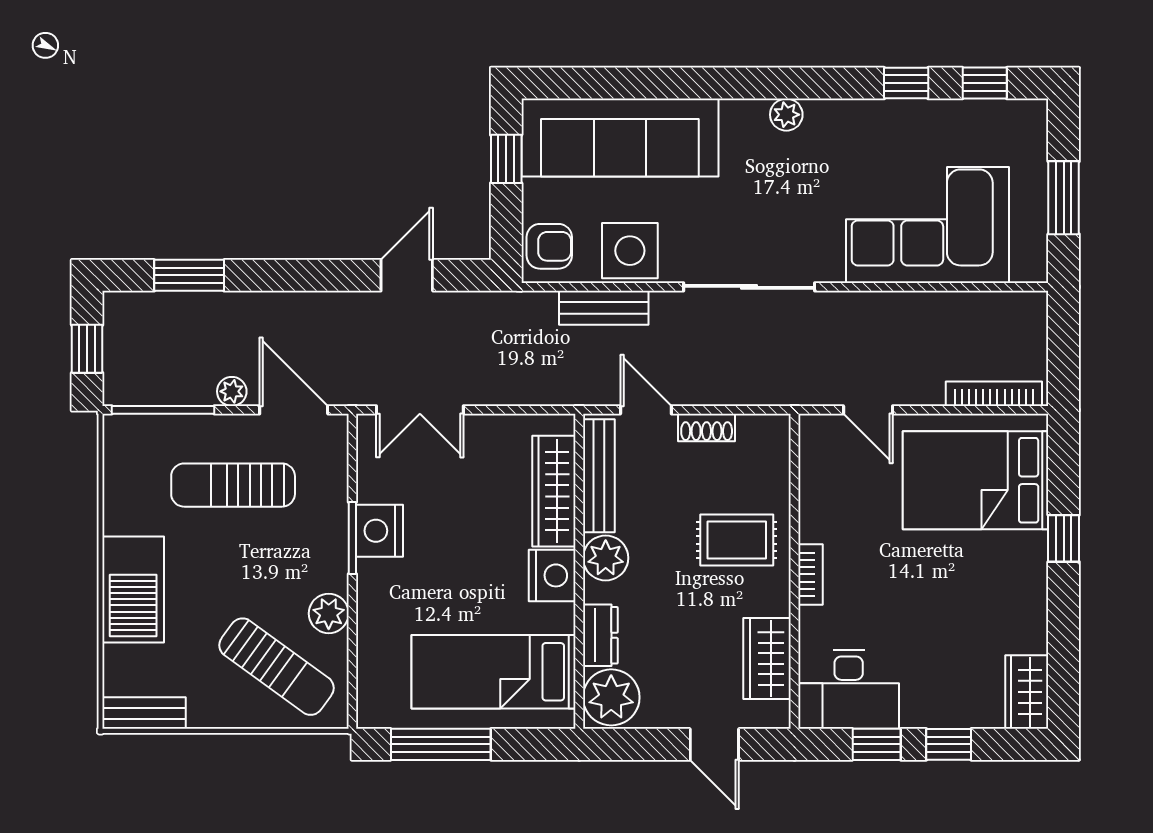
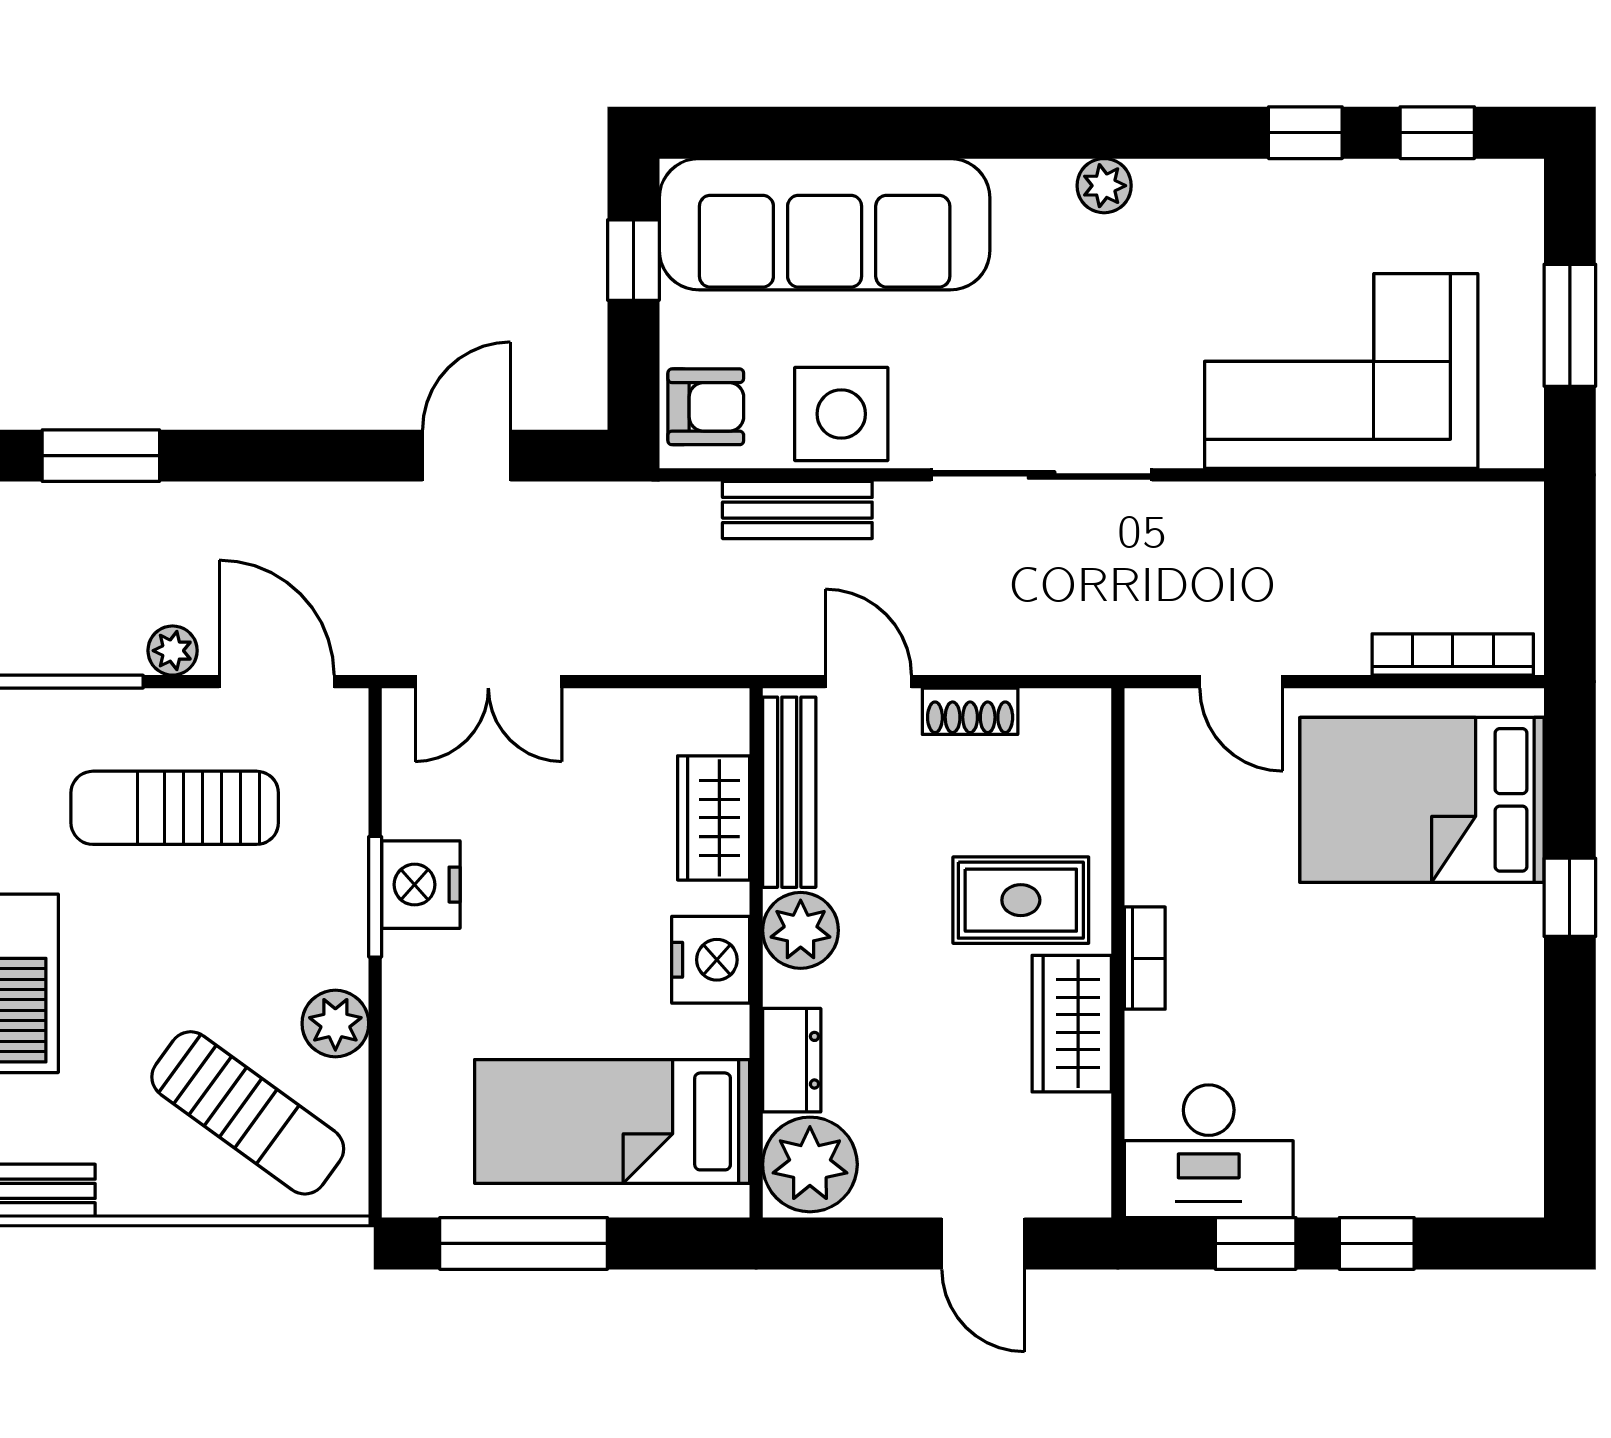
wardrobe: (554, 491) -> (714, 818), width x0.67
wardrobe: (767, 658) -> (1072, 1024), moved
wardrobe: (1027, 692) -> (1508, 1156), removed

